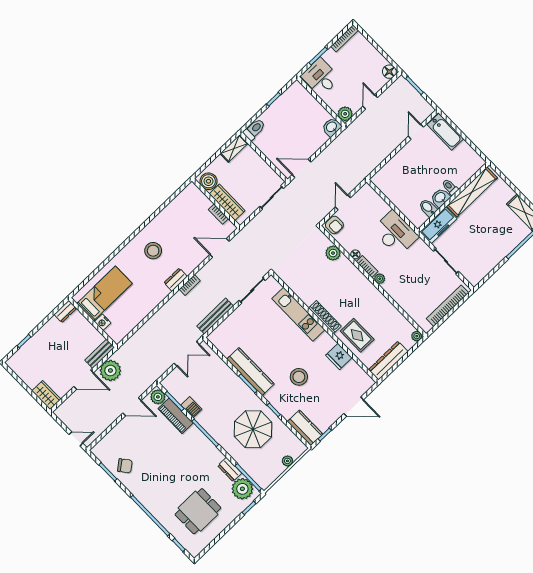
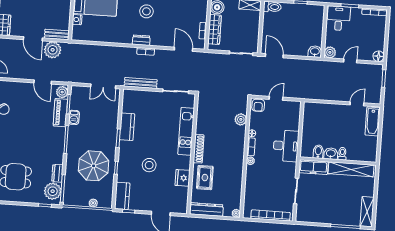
kitchen counter: (250, 371) -> (127, 127), width x0.67

